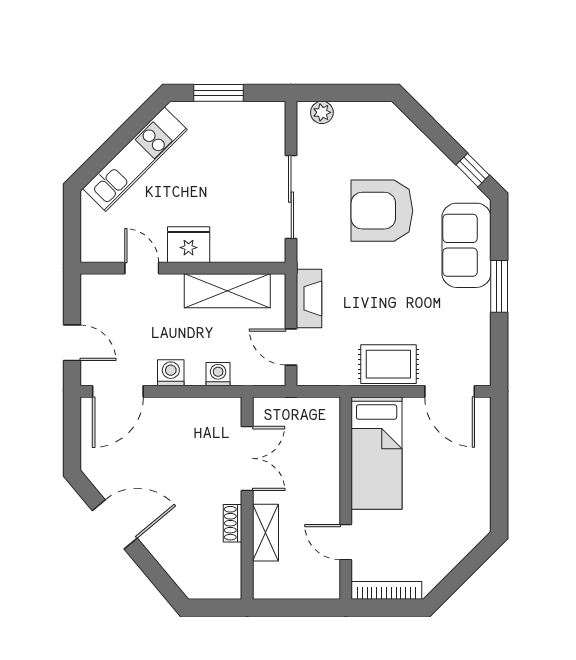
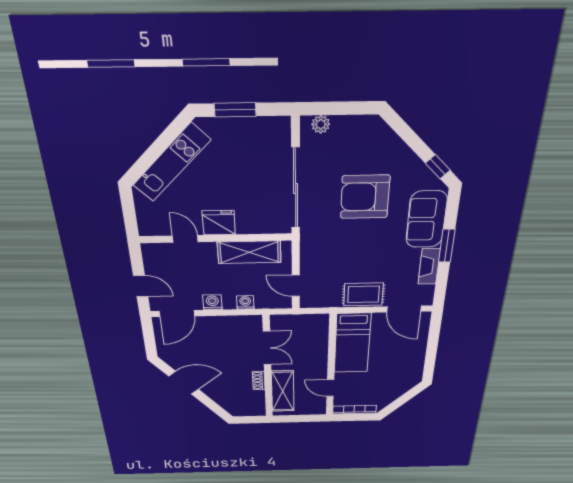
sliding door: (291, 197) -> (296, 189), width x1.36
fireplace: (309, 298) -> (429, 266), moved, turned 180
shelving: (266, 533) -> (283, 391), width x1.50, depth x1.33

